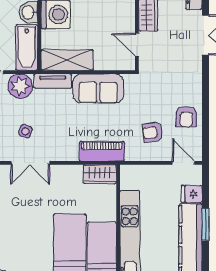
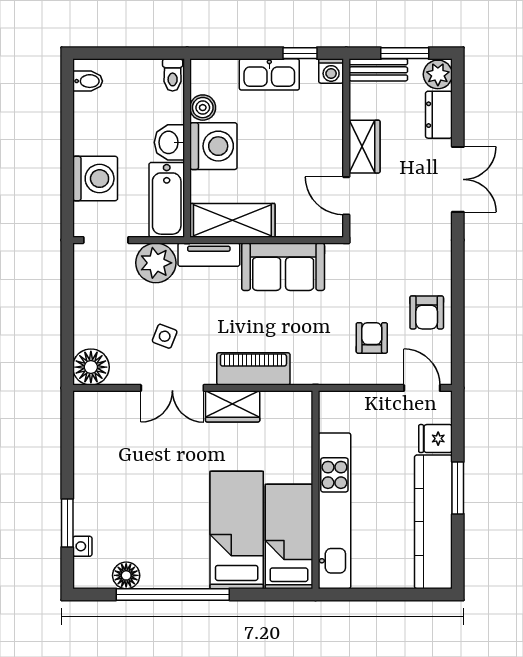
armchair: (153, 132) -> (372, 338), turned 97
piano: (102, 151) -> (253, 369), moved
wardrobe: (100, 174) -> (233, 406), moved

